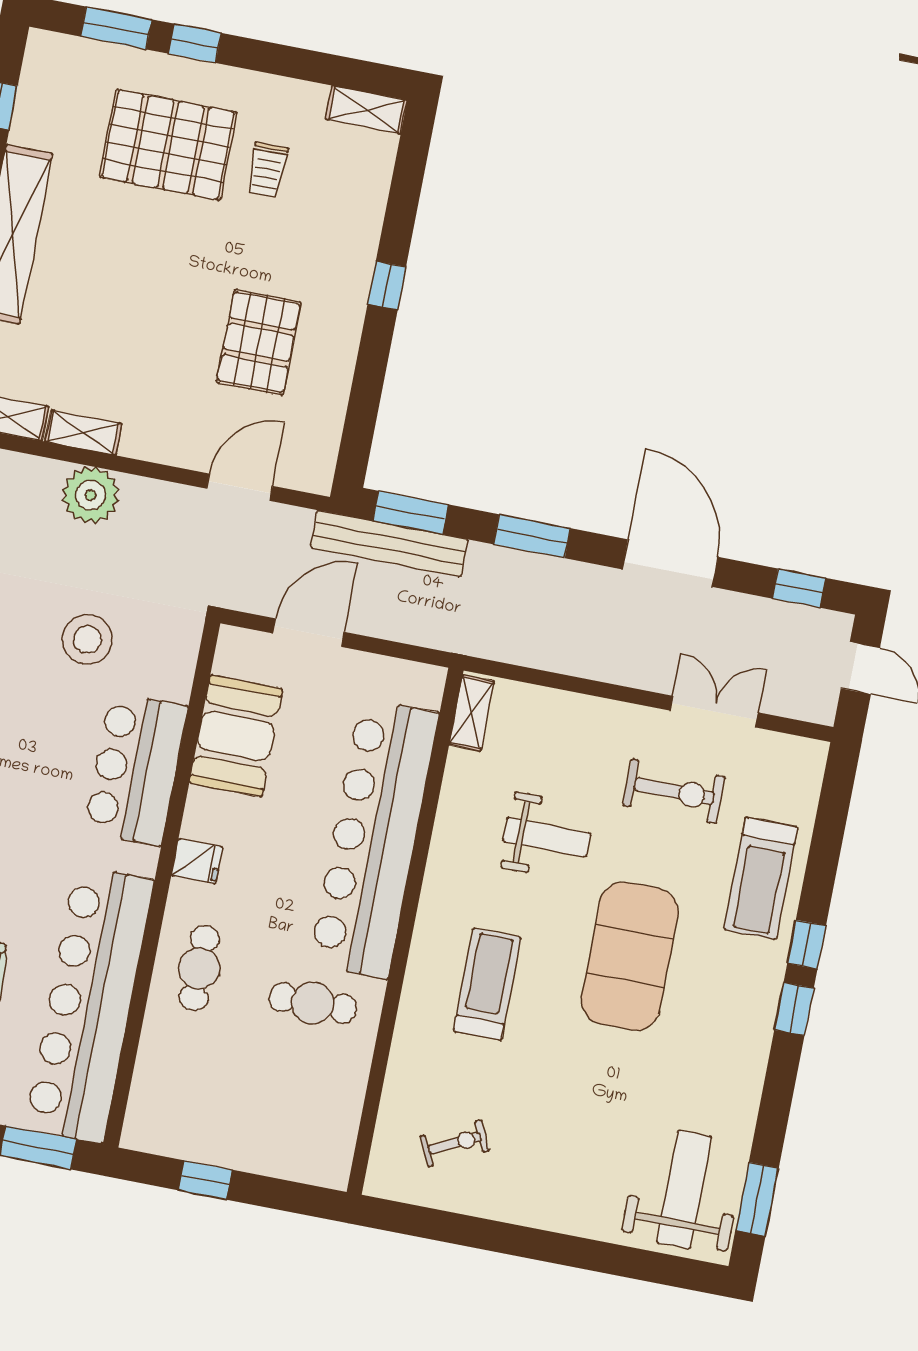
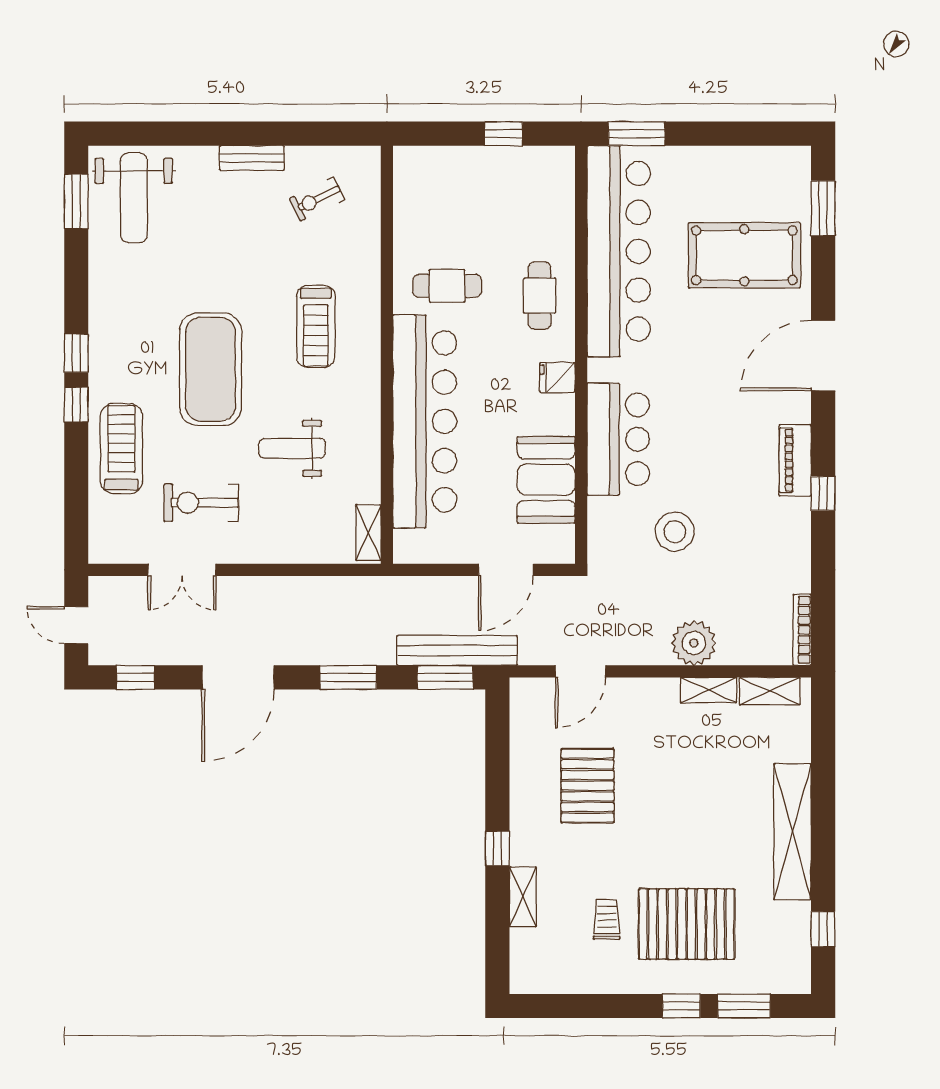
shelving: (366, 110) -> (523, 897), moved, turned 90
door: (670, 563) -> (238, 677), hinge flipped
bench: (526, 1211) -> (252, 158), added

